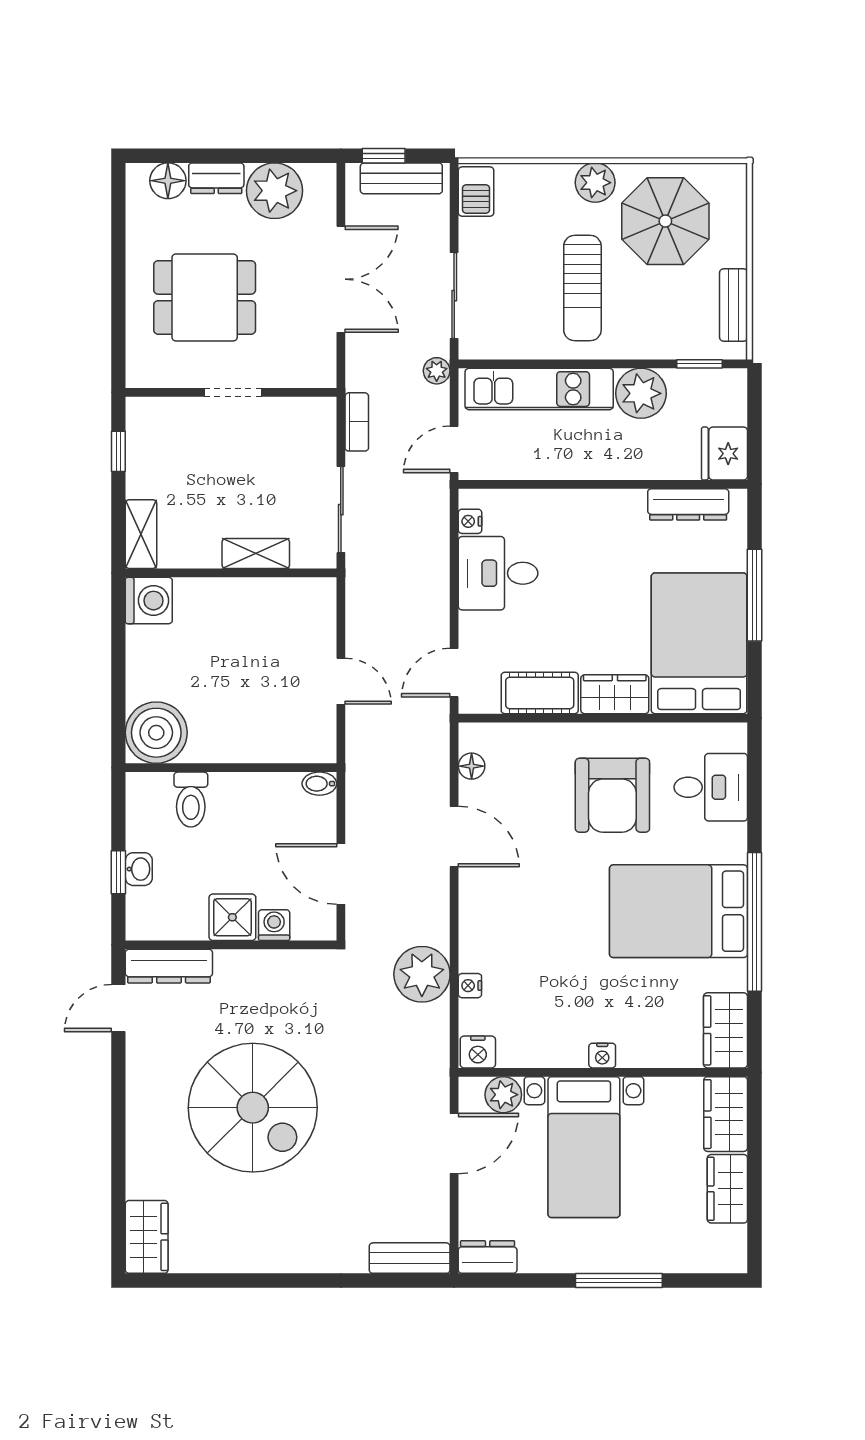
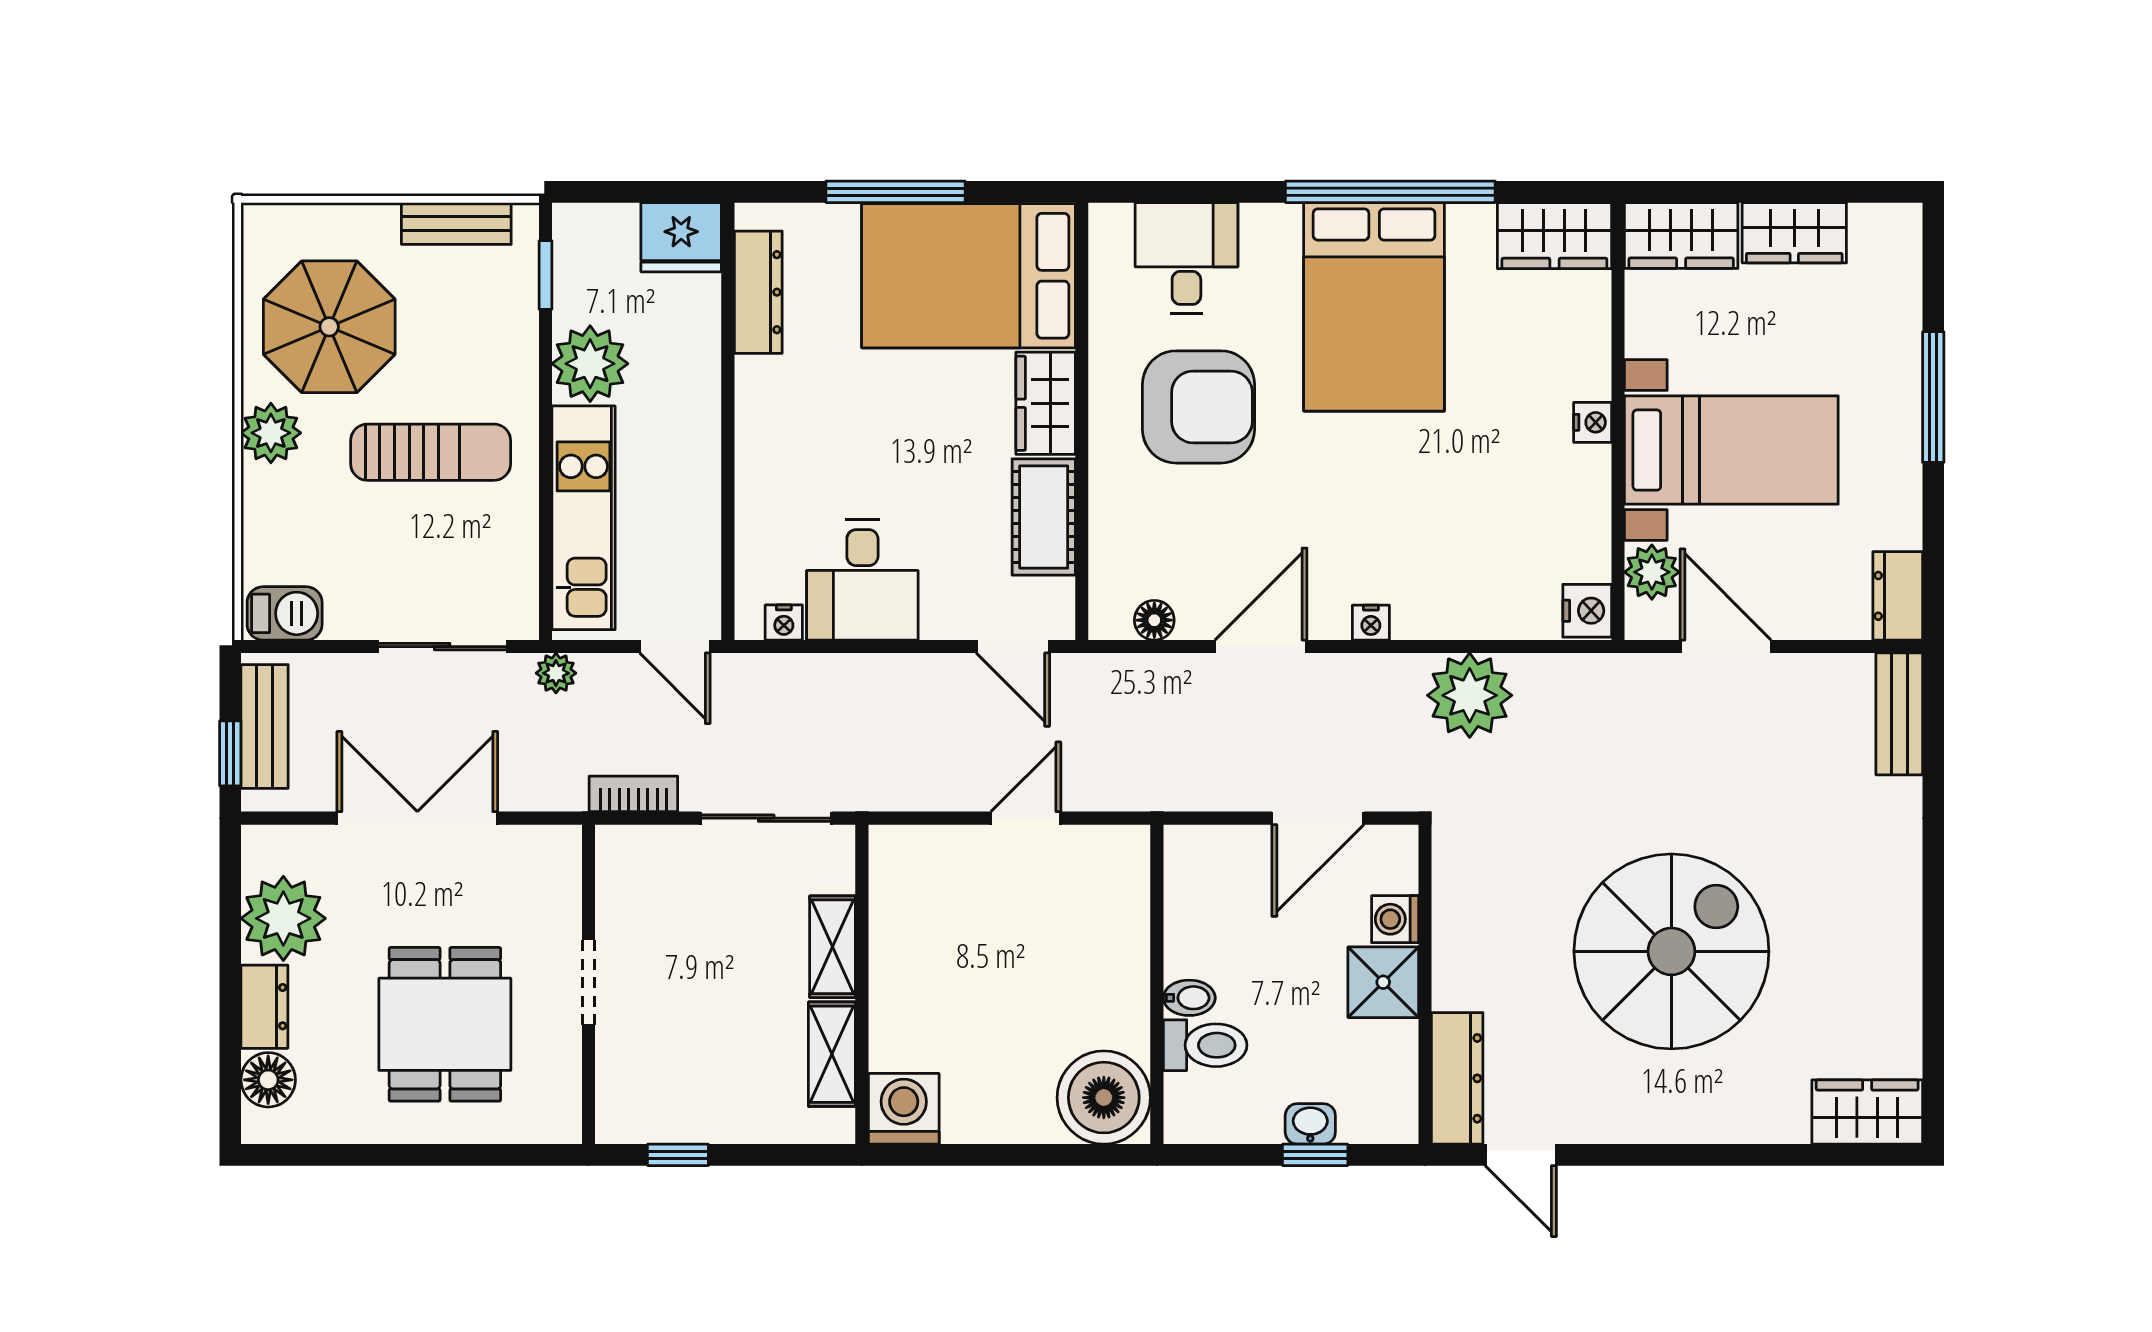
shelving: (141, 534) -> (832, 1054), moved, turned 90
bidet: (319, 784) -> (1189, 998), moved, turned -90
nightstand: (470, 986) -> (1371, 623), moved

